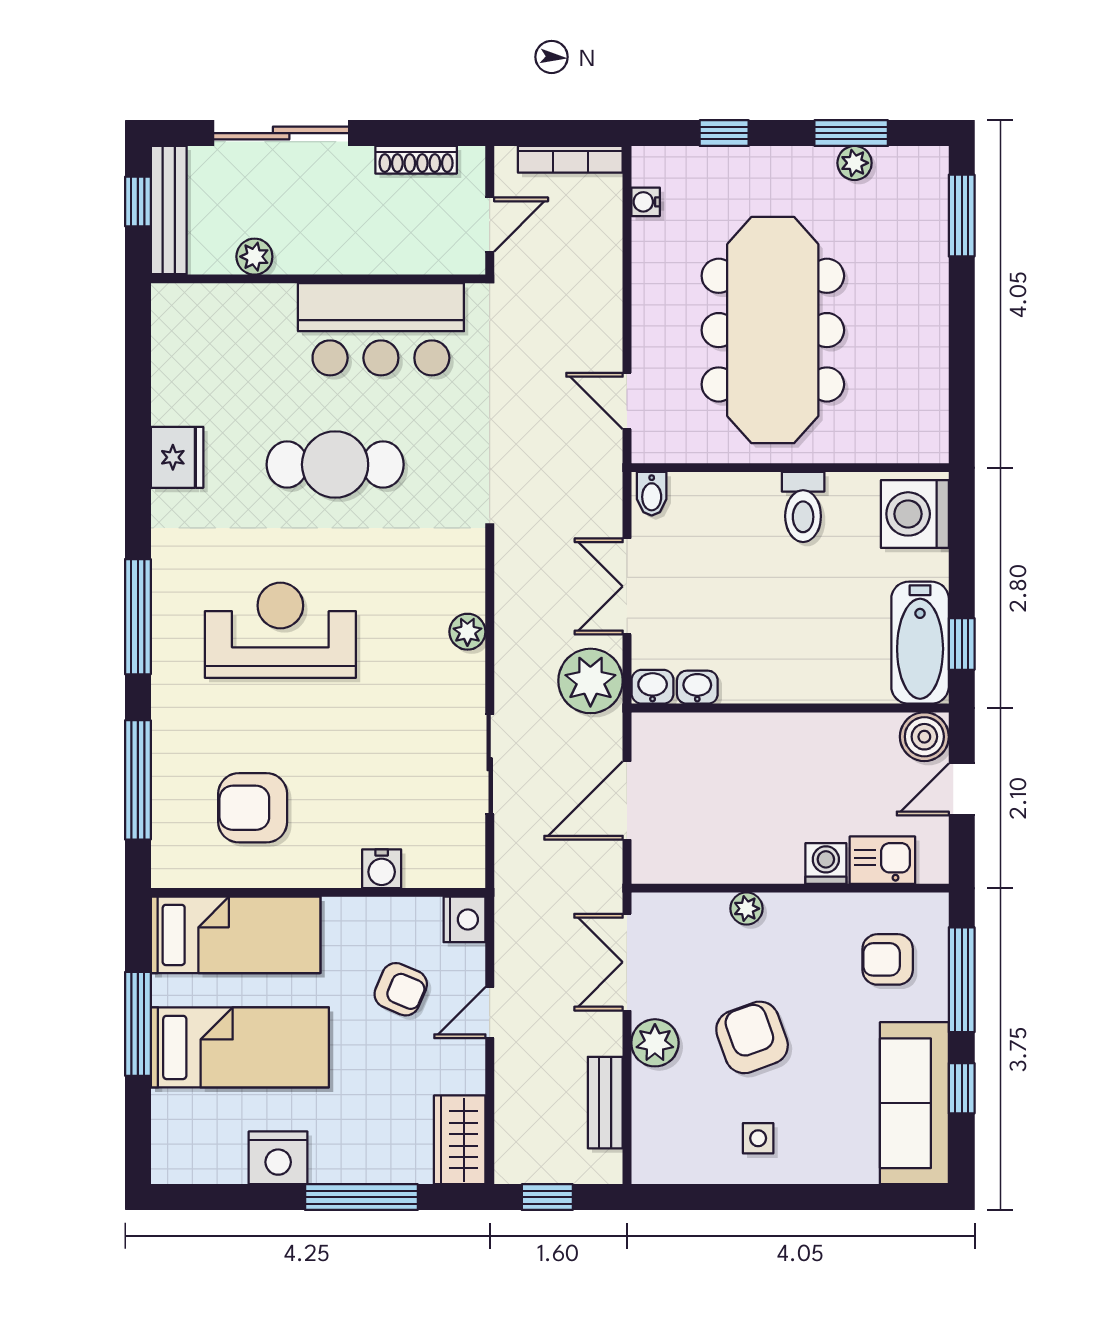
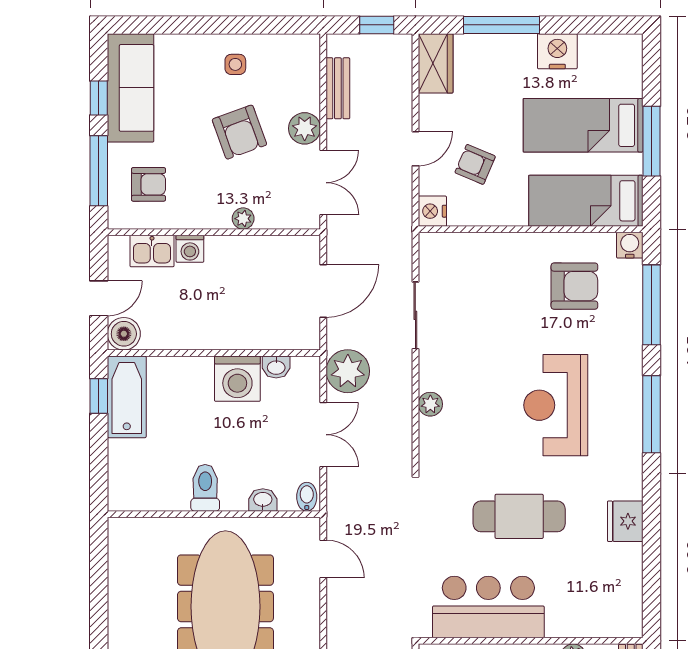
washing machine: (915, 514) -> (237, 379), moved, turned 90
reception desk: (280, 630) -> (556, 405), turned 90
washbasin: (653, 687) -> (263, 500), moved, turned 180
water cooler: (382, 869) -> (630, 245), moved

